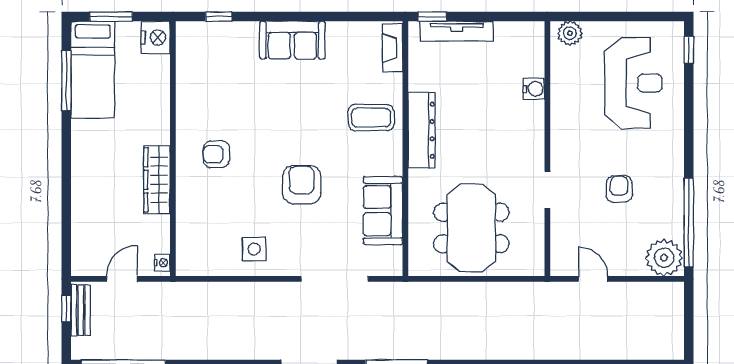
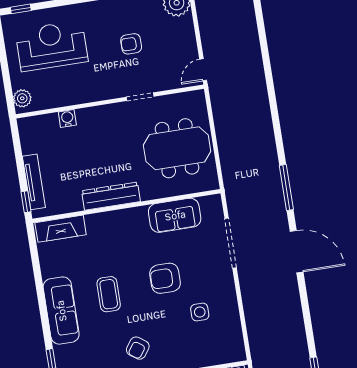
sofa: (292, 40) -> (61, 311), width x1.36
fireplace: (392, 48) -> (61, 229), width x1.37, depth x1.32
coffee table: (371, 118) -> (109, 294), moved
armchair: (216, 154) -> (138, 348), moved, turned 36
side table: (254, 249) -> (200, 312), moved
door: (593, 279) -> (203, 70), moved

